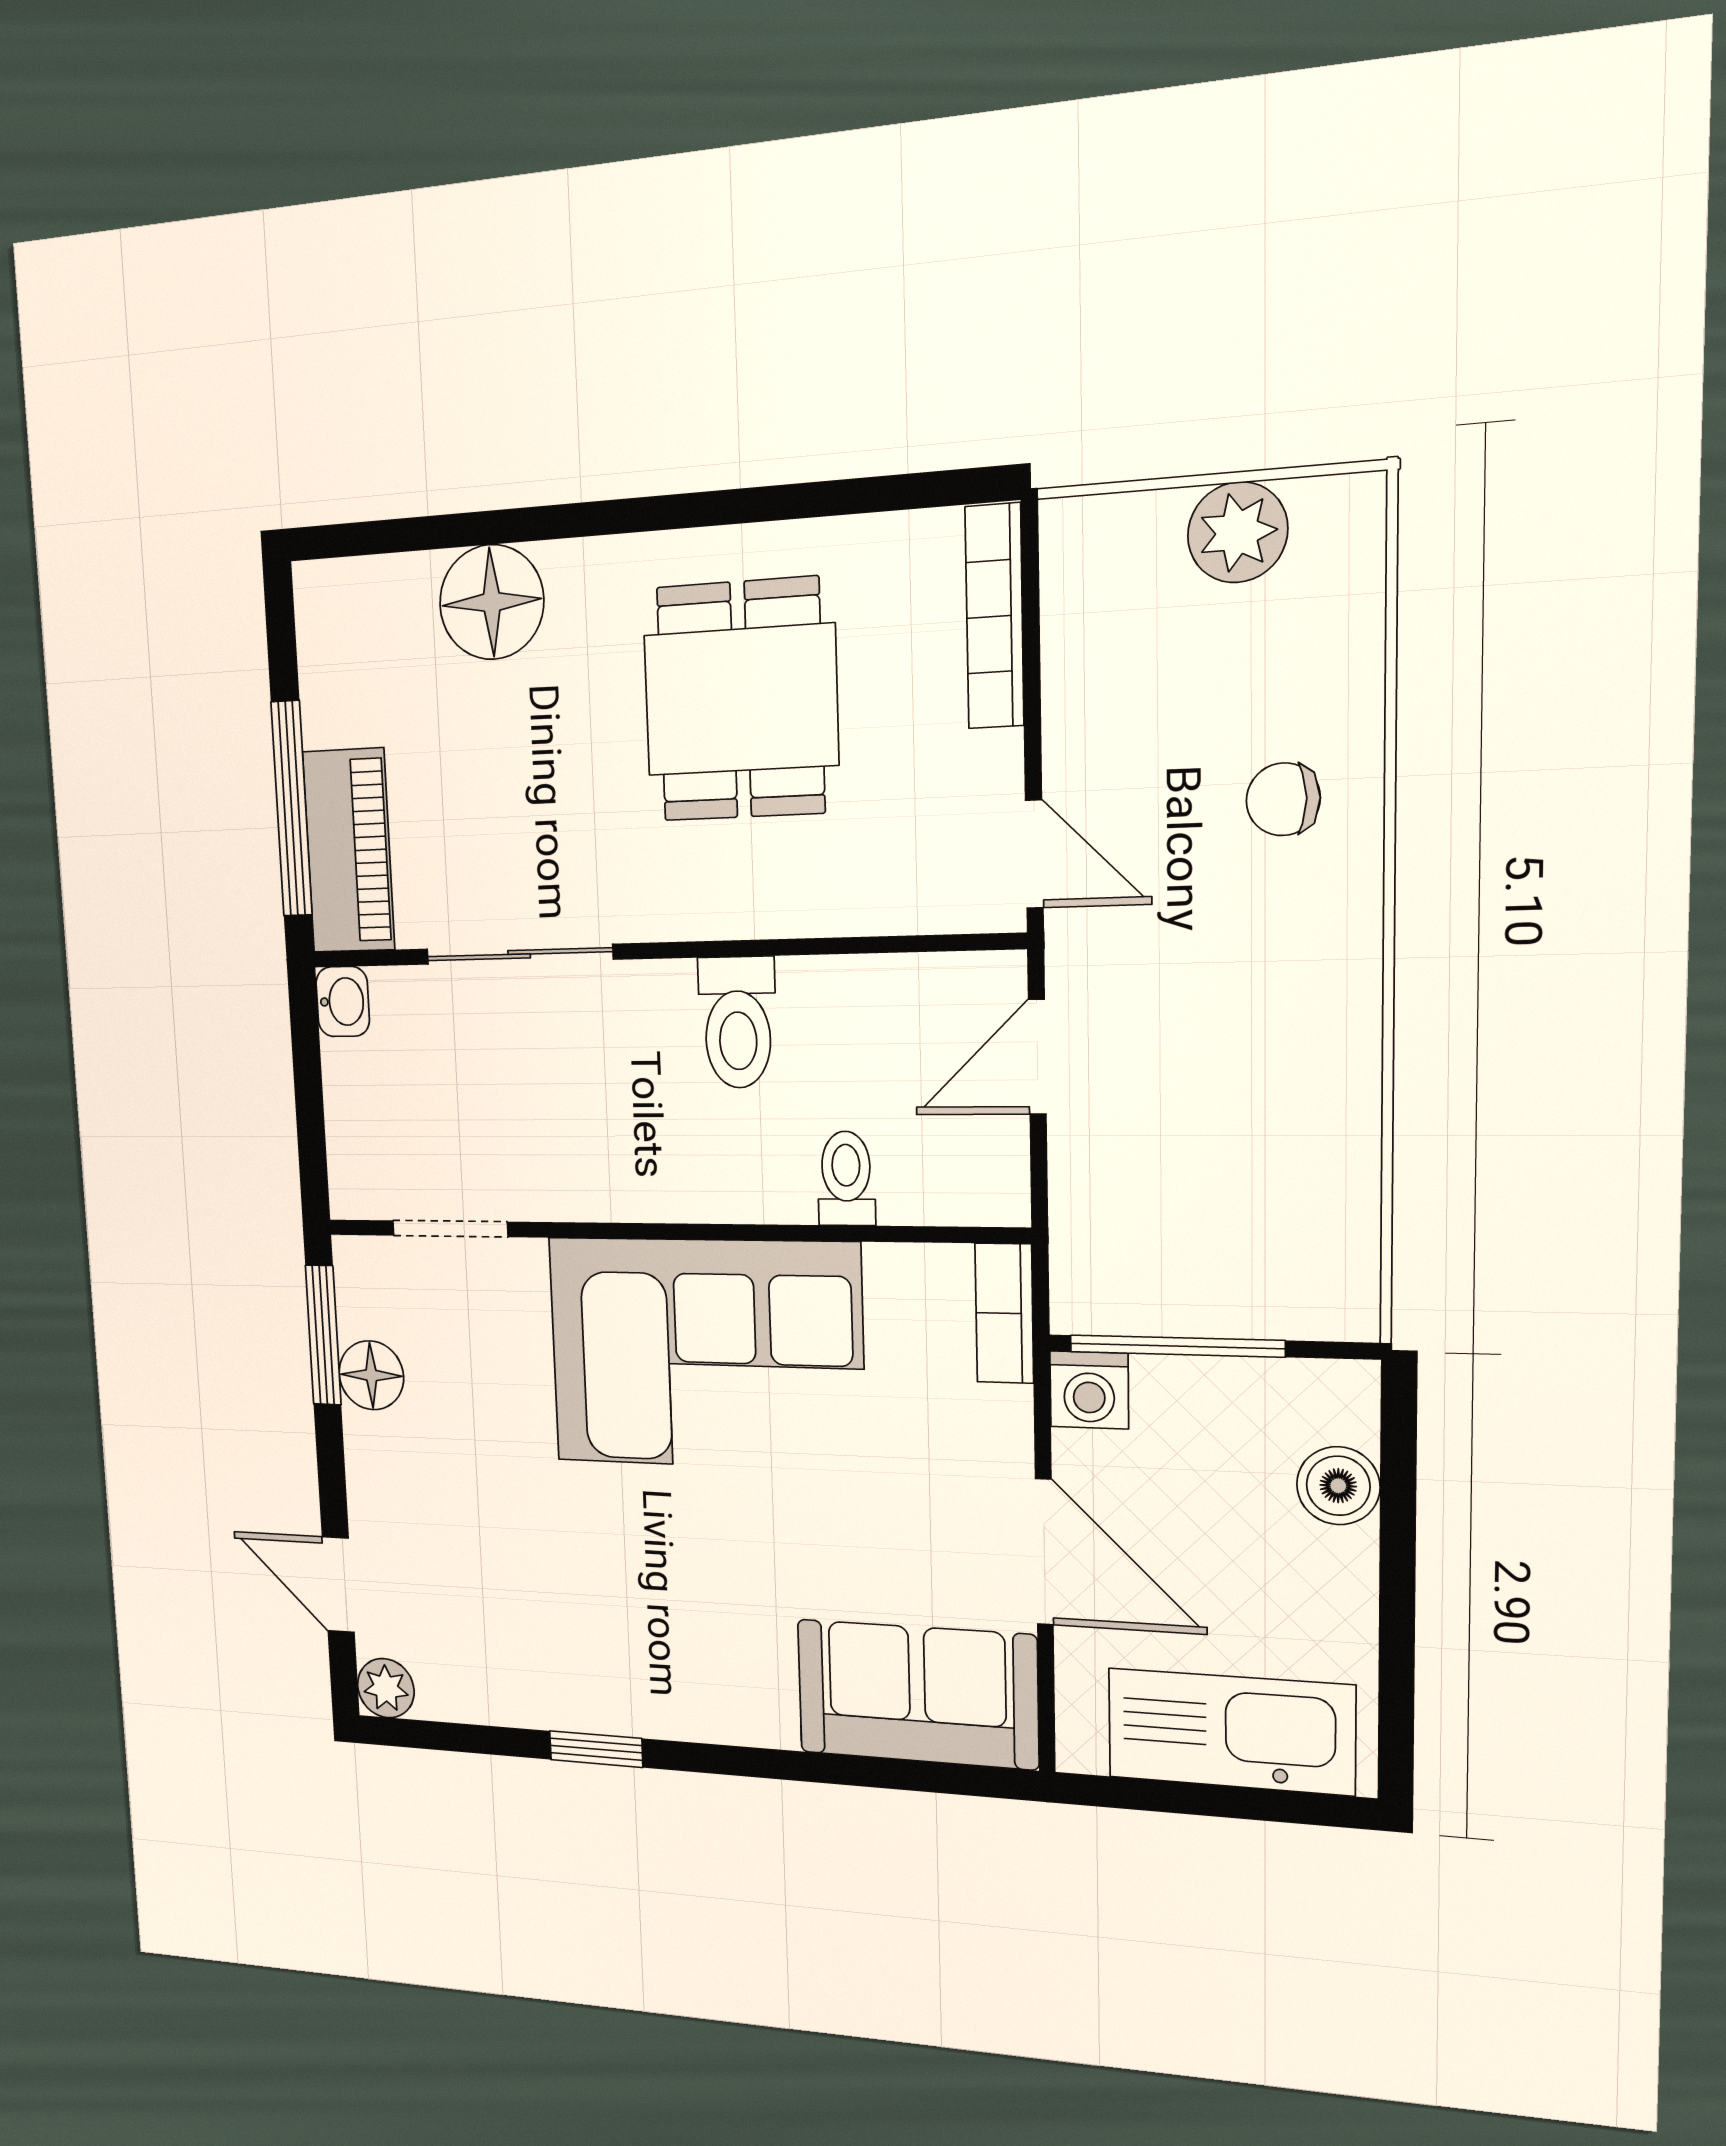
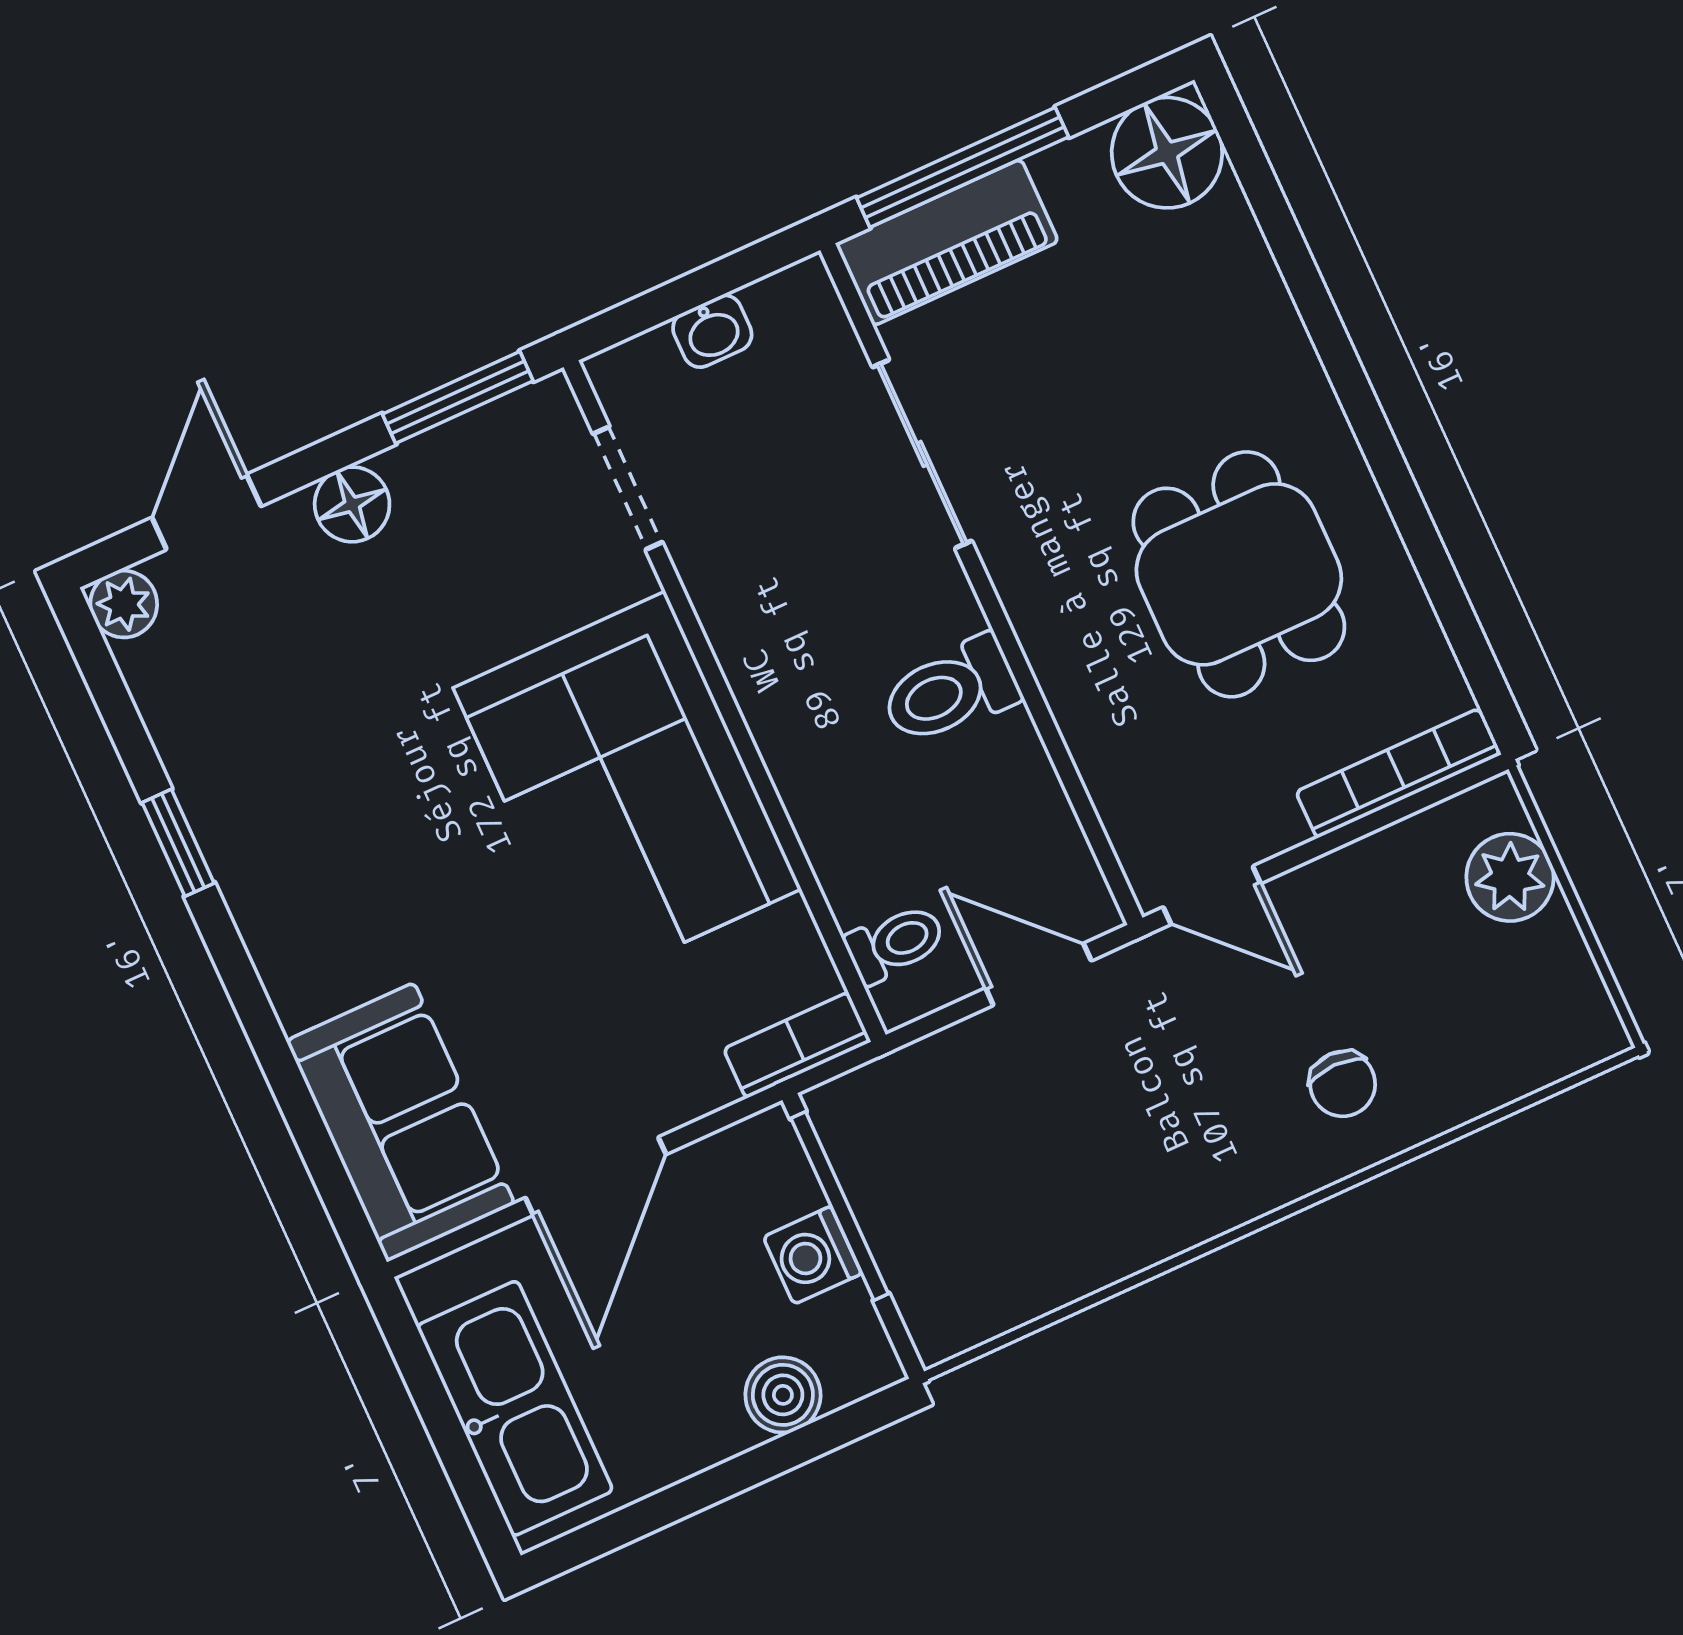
plant: (1238, 532) -> (1510, 877), moved
floor lamp: (492, 602) -> (1167, 153), moved
dining table: (741, 700) -> (1239, 574), turned 90
chair: (1283, 799) -> (1343, 1084), turned 180
door: (1034, 854) -> (1212, 895), hinge flipped
washbasin: (343, 1002) -> (712, 331), moved
toilet: (846, 1178) -> (895, 943), moved
floor lamp: (371, 1375) -> (352, 504), moved
washing machine: (1089, 1390) -> (812, 1255), moved

